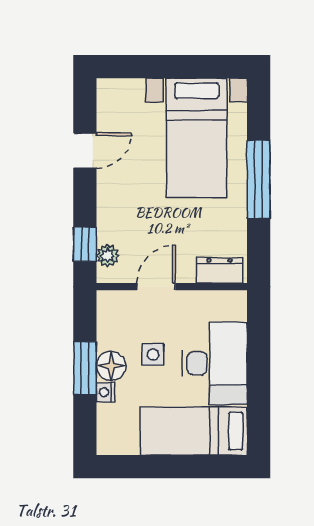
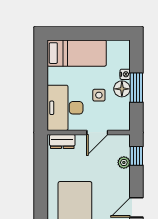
window: (259, 179) -> (41, 192), removed
plant: (108, 256) -> (124, 162), moved
desk: (215, 363) -> (65, 108), moved

